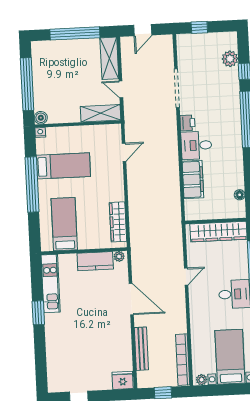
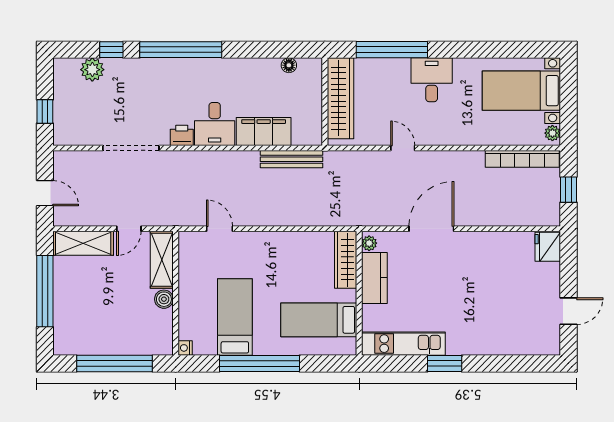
boiler: (41, 118) -> (164, 299), moved
wardrobe: (118, 222) -> (346, 260), moved, turned 90
bench: (141, 349) -> (291, 159), moved

